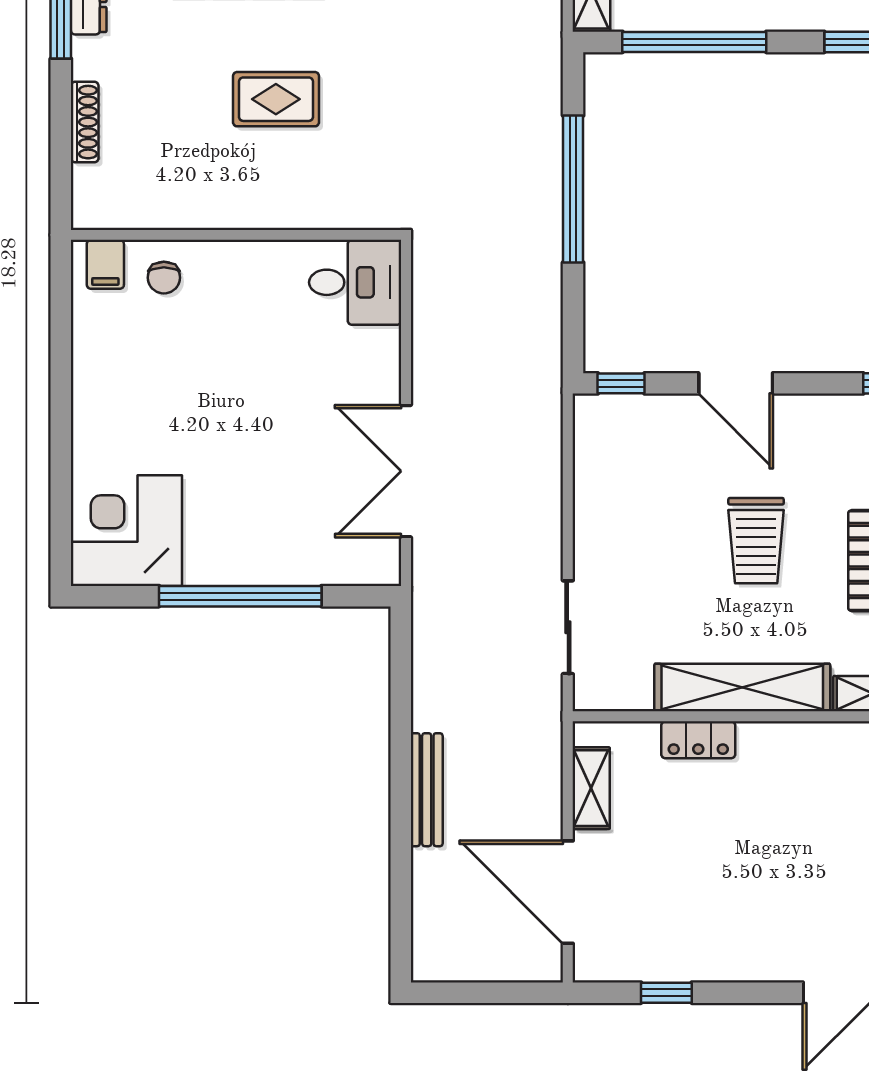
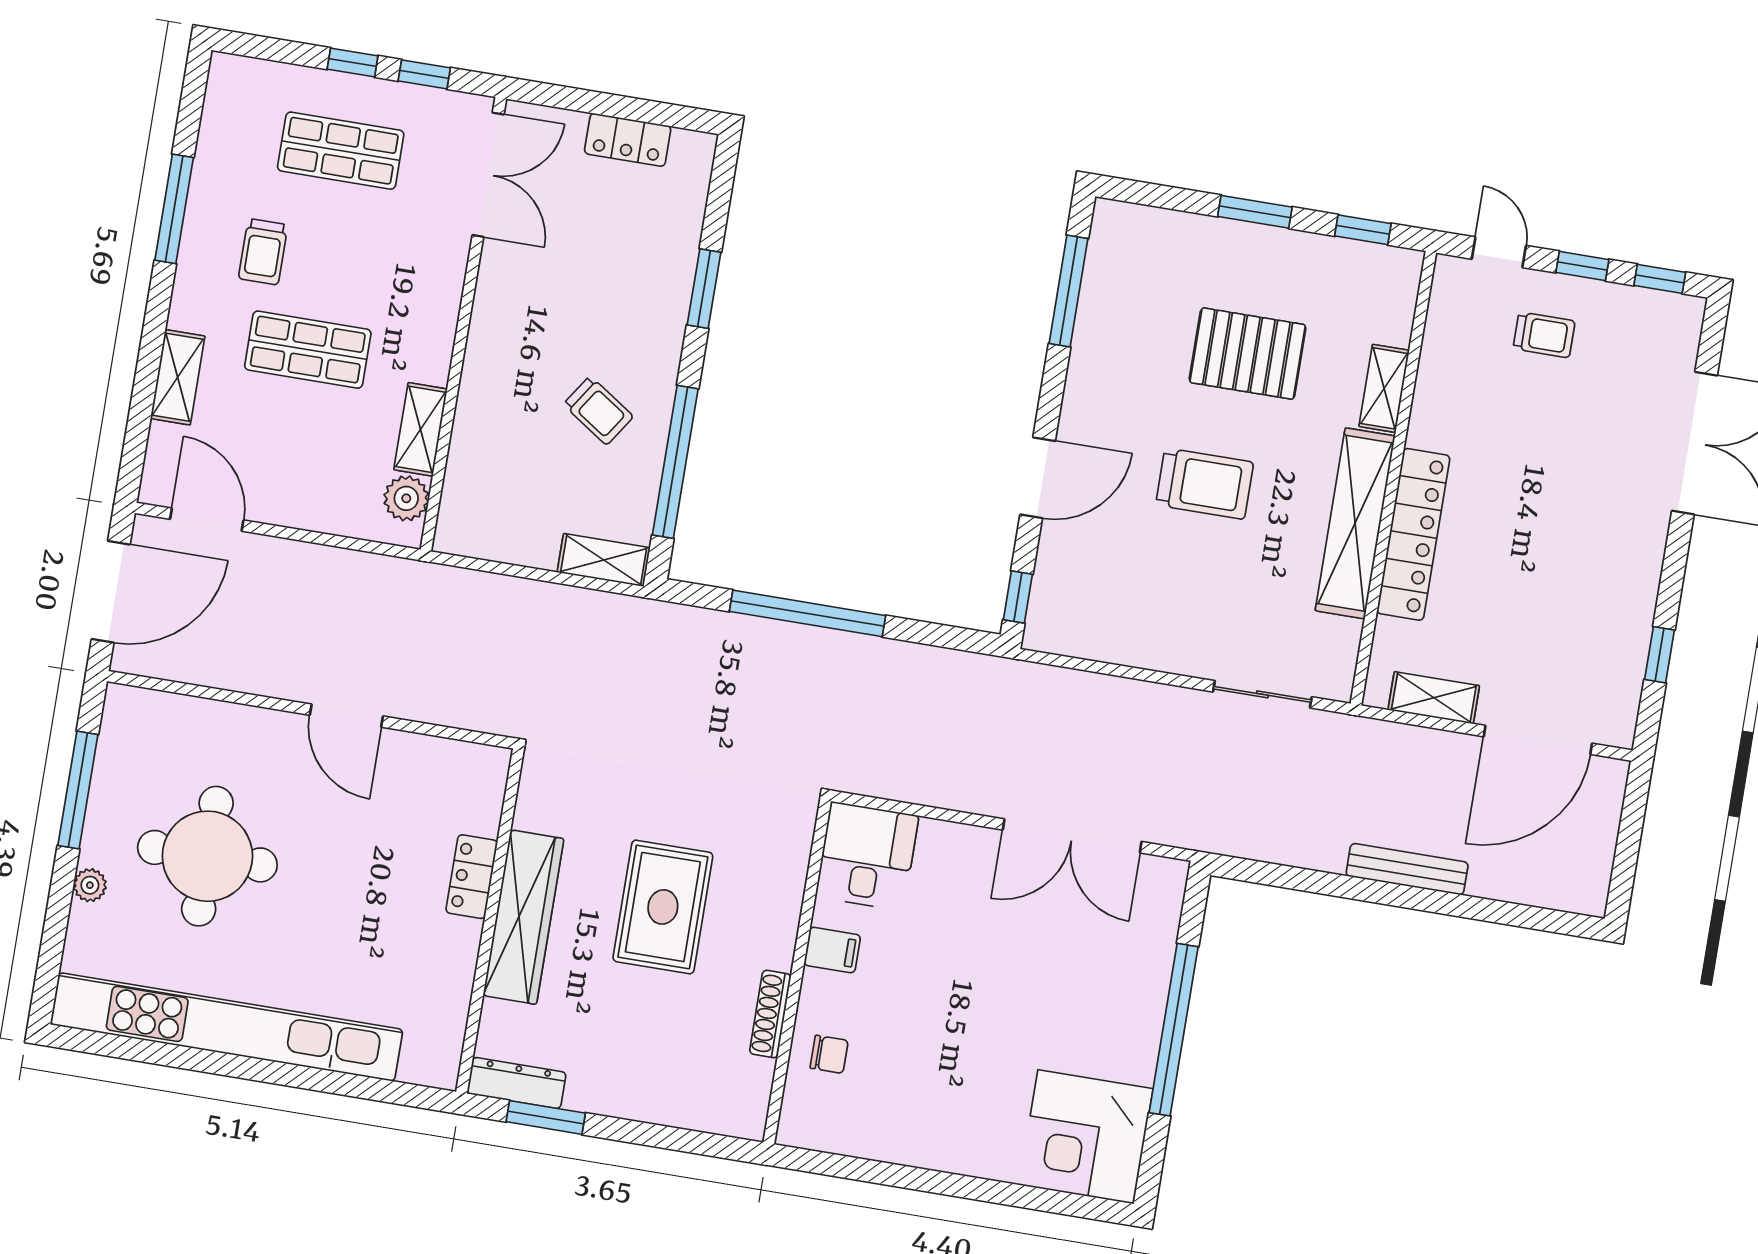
rug: (276, 99) -> (663, 907), width x1.36, depth x1.43
shoe rack: (85, 122) -> (770, 1014), moved, turned -90
filing cabinet: (105, 264) -> (832, 950), moved
locker: (698, 740) -> (1413, 534), width x2.16, depth x1.21

